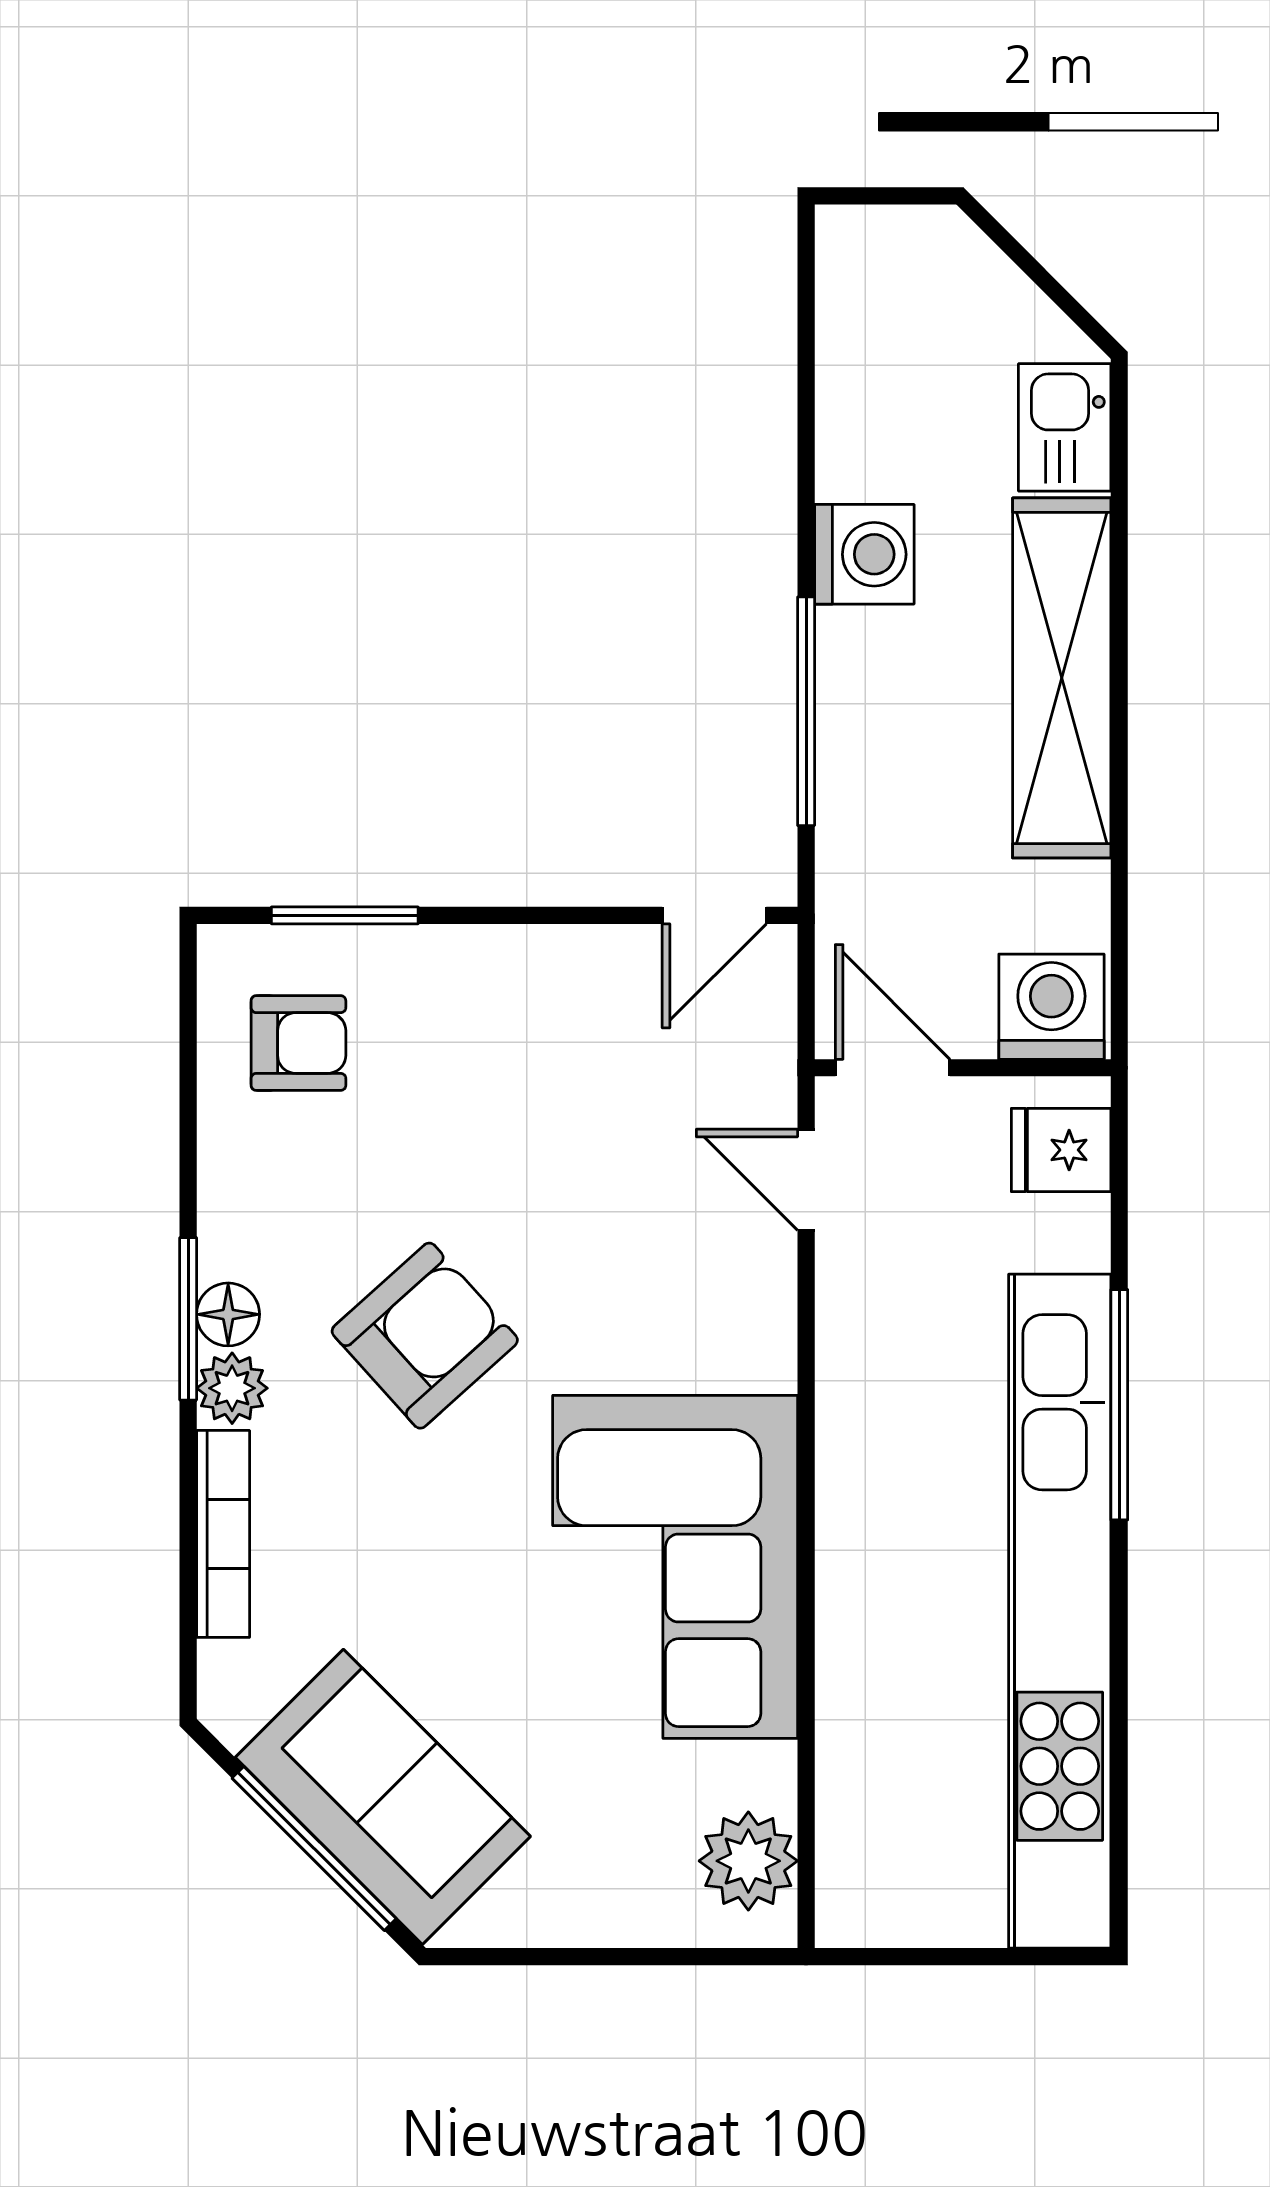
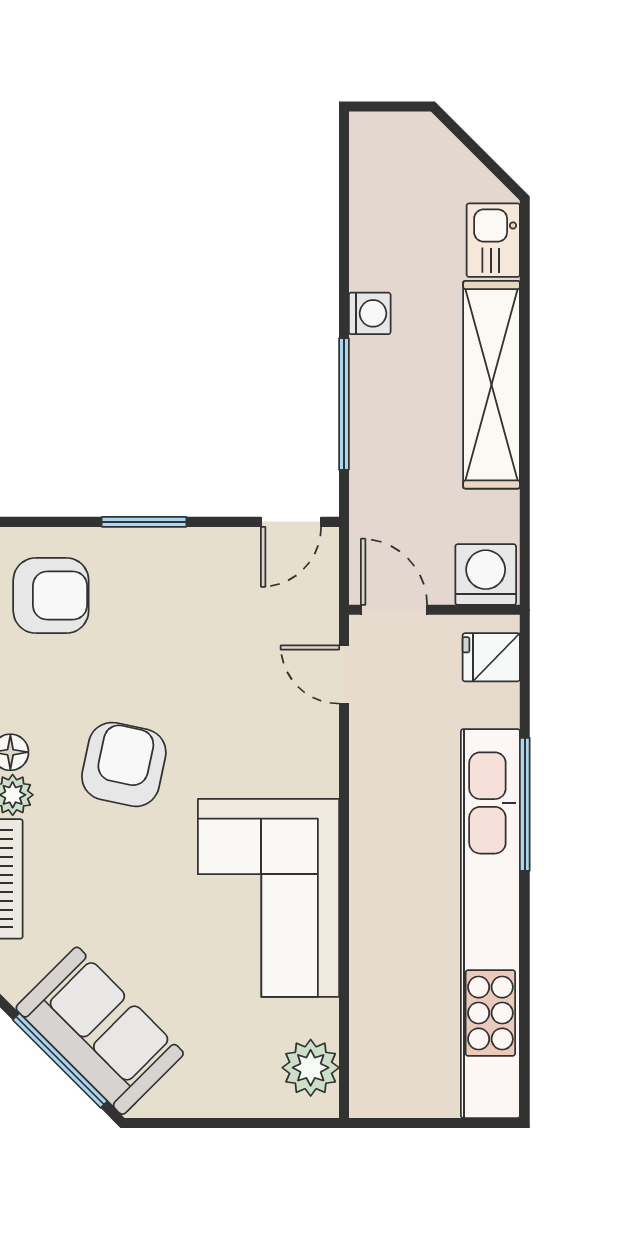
washing machine: (864, 554) -> (370, 313), width x0.73, depth x0.73
window: (345, 915) -> (144, 522), moved
armchair: (298, 1043) -> (51, 596), width x1.38, depth x1.38
armchair: (425, 1336) -> (124, 764), turned -36

